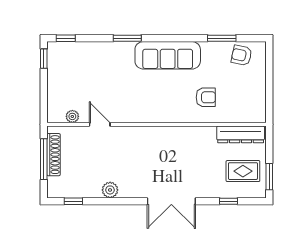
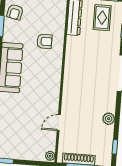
armchair: (206, 97) -> (44, 41), turned 90
plant: (72, 116) -> (50, 156), moved

